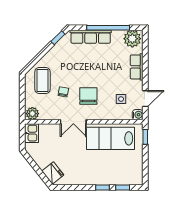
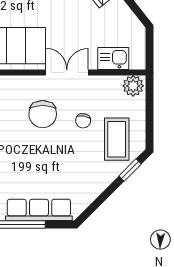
window: (58, 38) -> (130, 170), moved
kitchen sink: (31, 133) -> (113, 58), moved, turned 90

